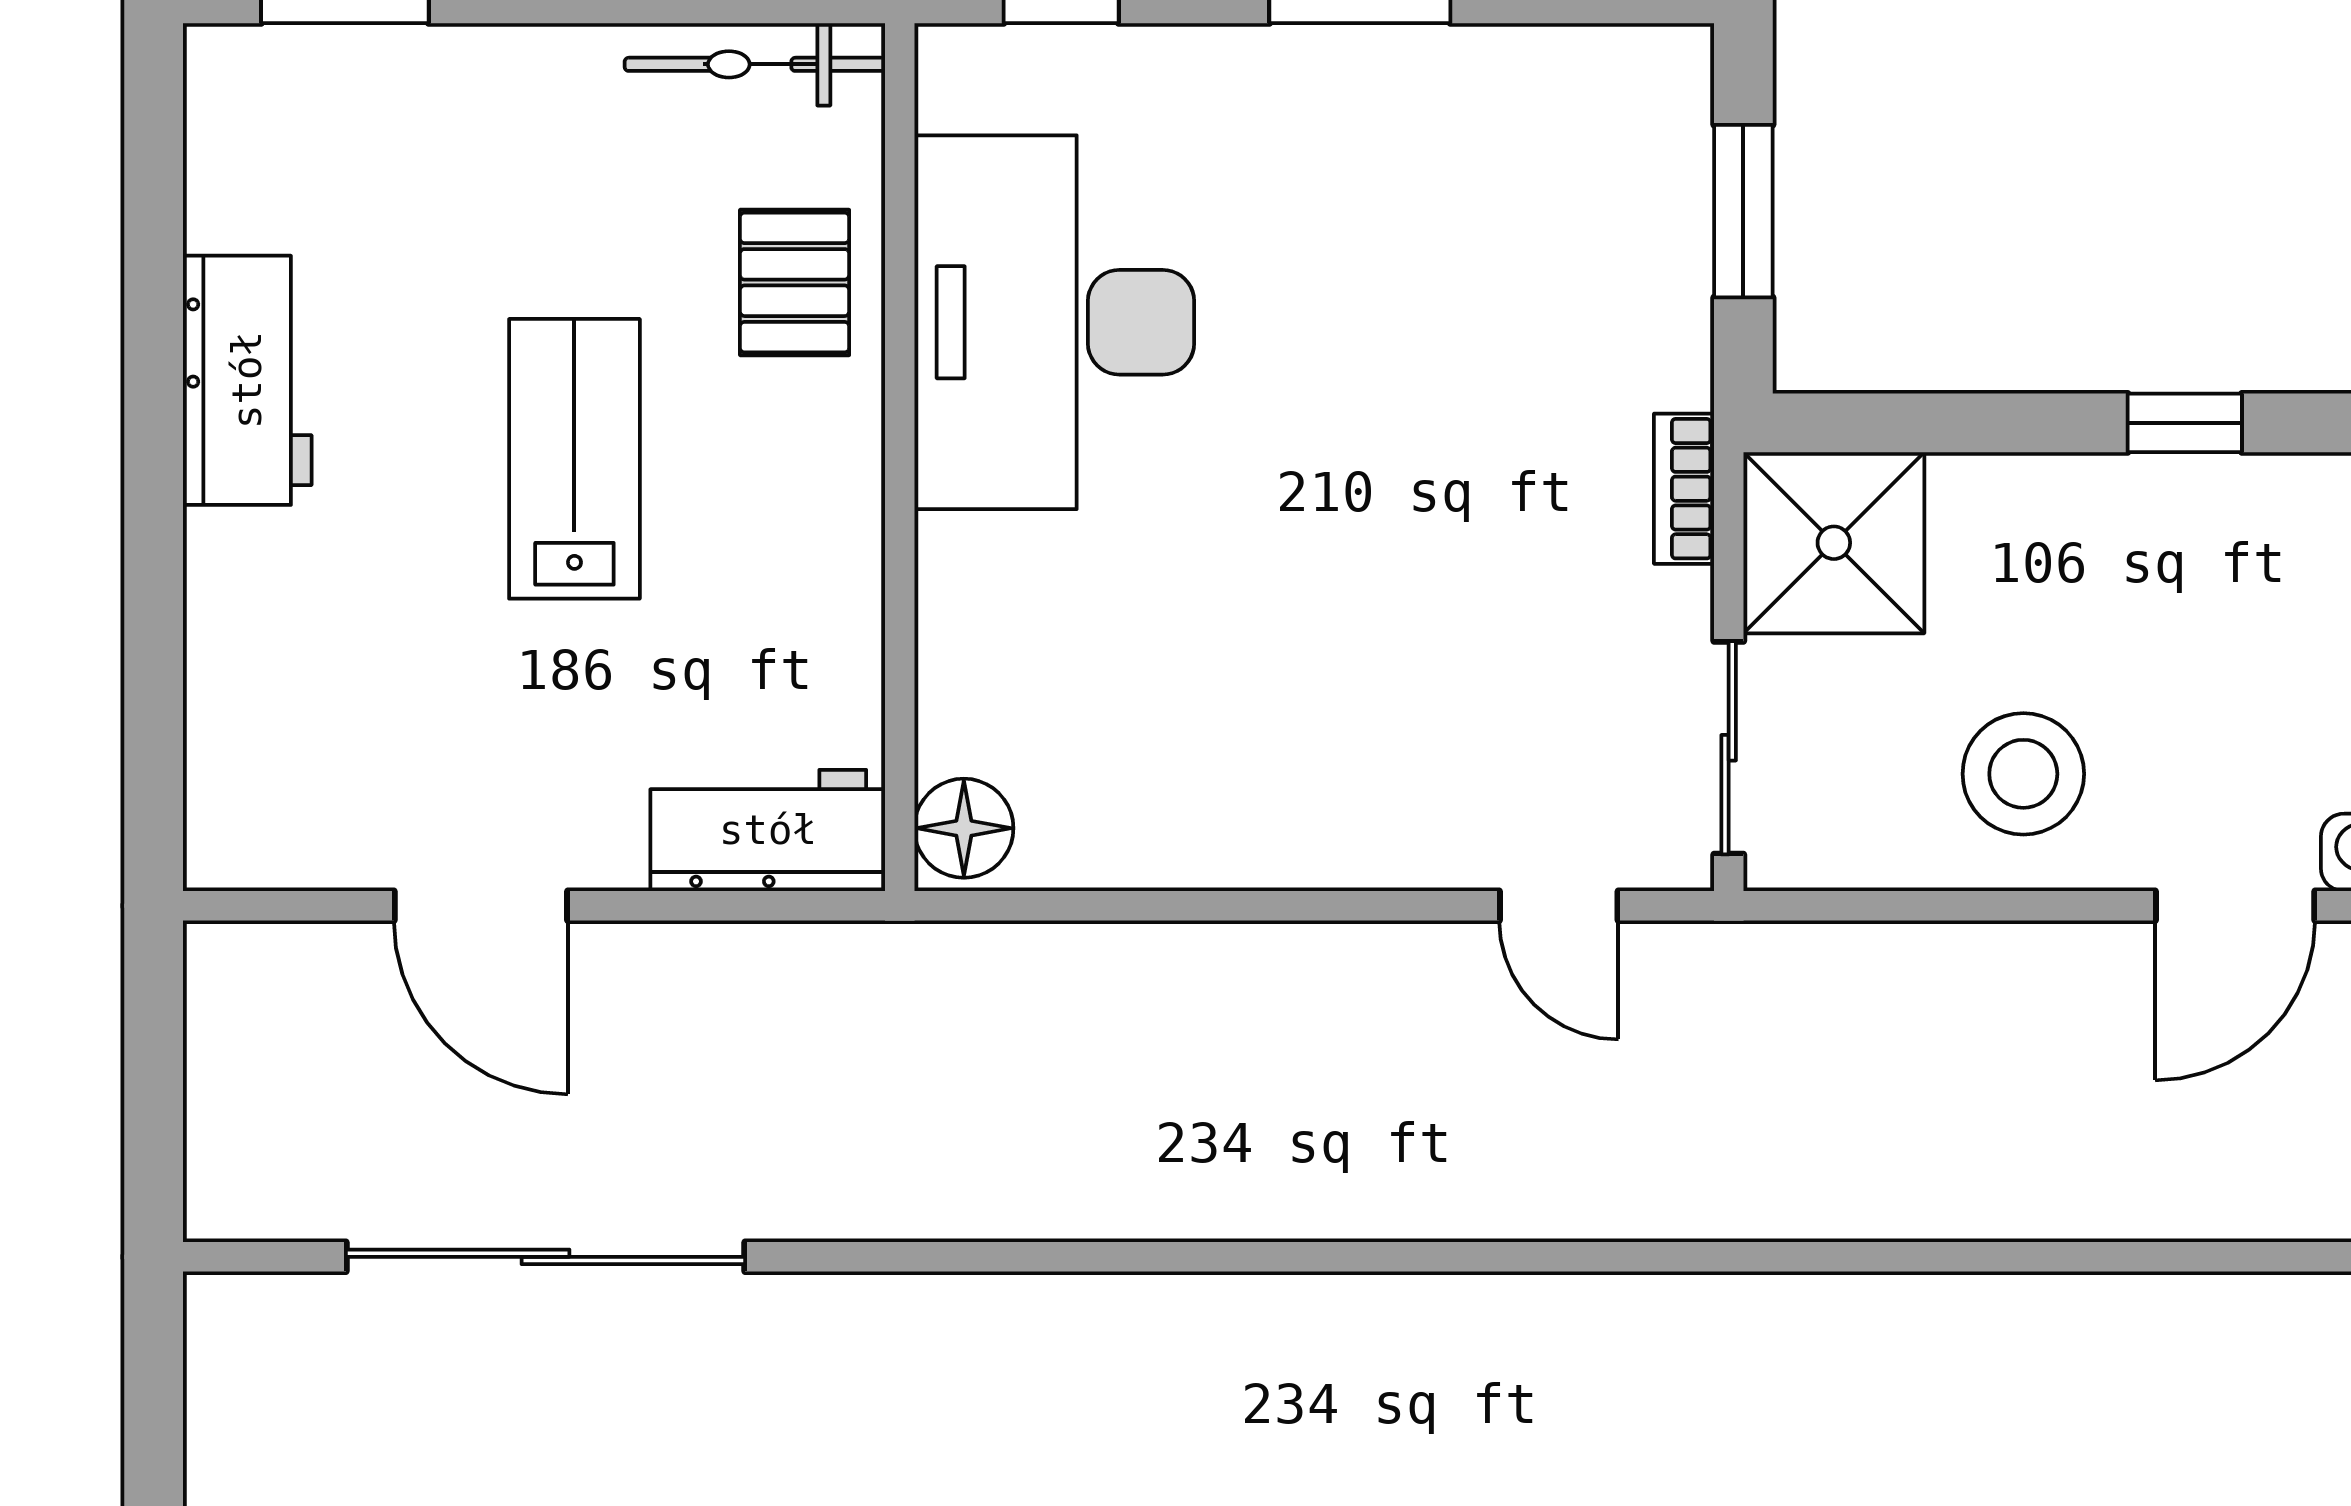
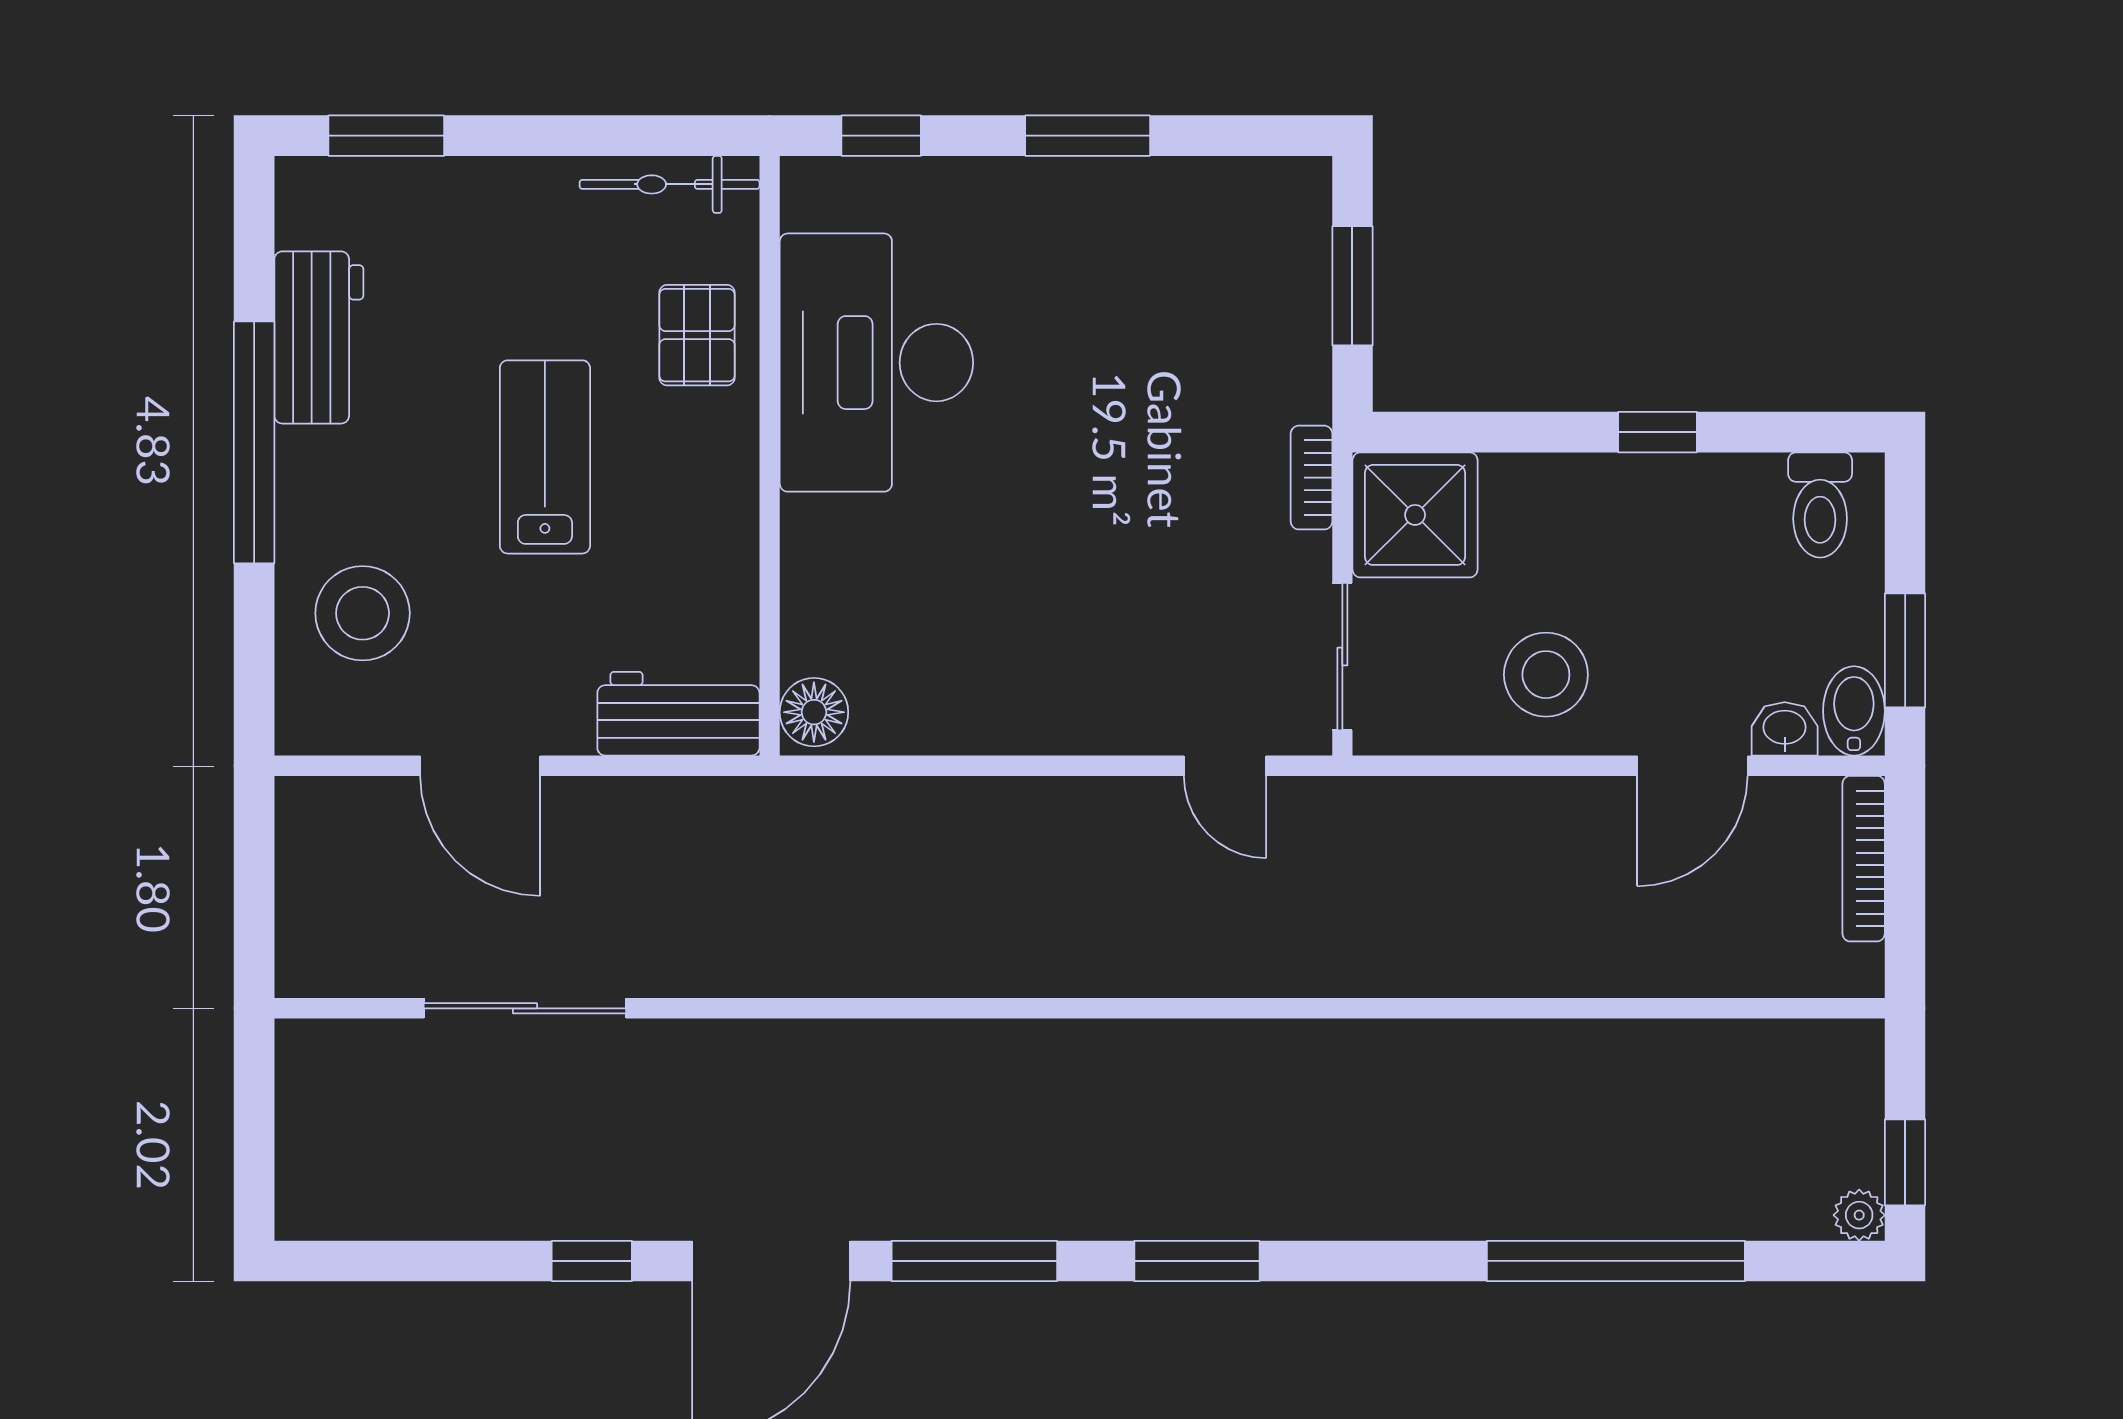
workbench: (247, 380) -> (319, 337), moved
window: (154, 438) -> (254, 442), added
stool: (311, 685) -> (363, 613), added
sliding door: (545, 1257) -> (525, 1008), width x0.73

